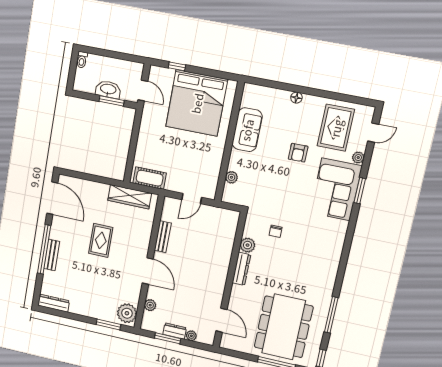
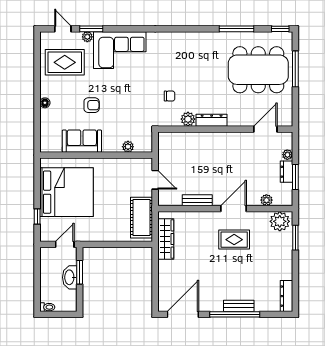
armchair: (298, 153) -> (92, 105), moved
cot: (150, 178) -> (142, 218), width x1.37, depth x1.34
window: (360, 191) -> (91, 29), moved
rug: (101, 240) -> (234, 240), moved

